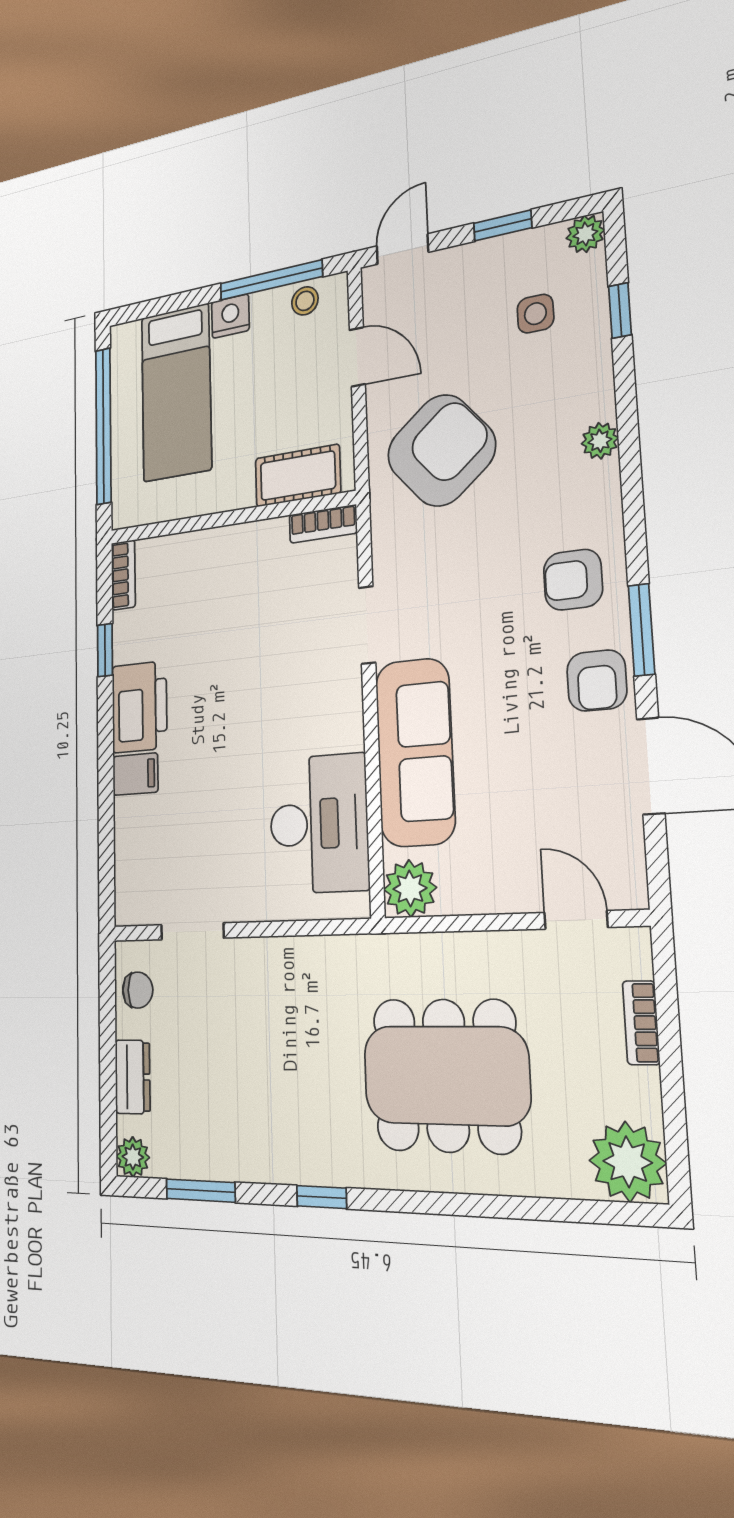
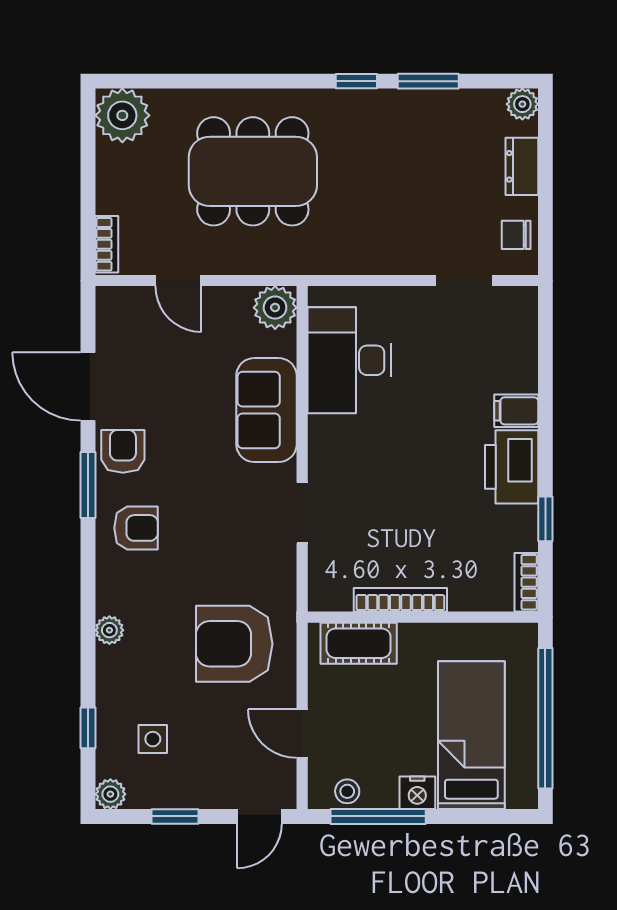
armchair: (441, 450) -> (234, 644), turned 40
bookcase: (323, 524) -> (400, 600), moved, width x1.56
sofa: (415, 752) -> (266, 410), width x0.73
door: (576, 920) -> (178, 280), moved
bookcase: (641, 1023) -> (107, 244), moved
window: (201, 1191) -> (428, 81), moved

